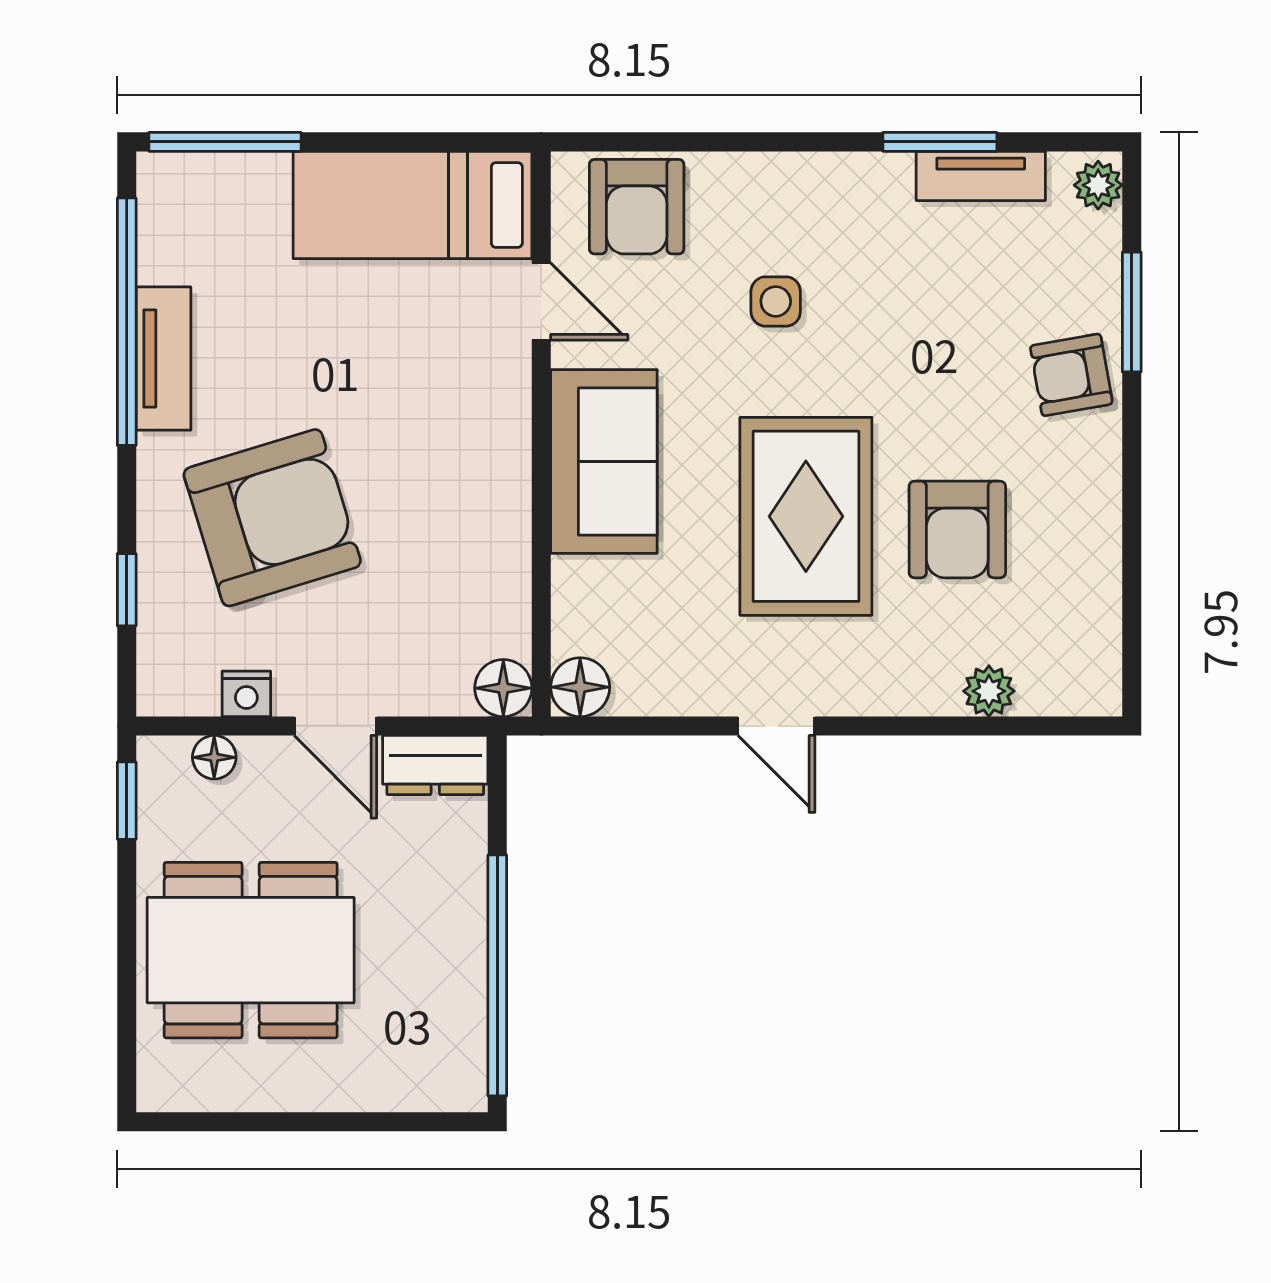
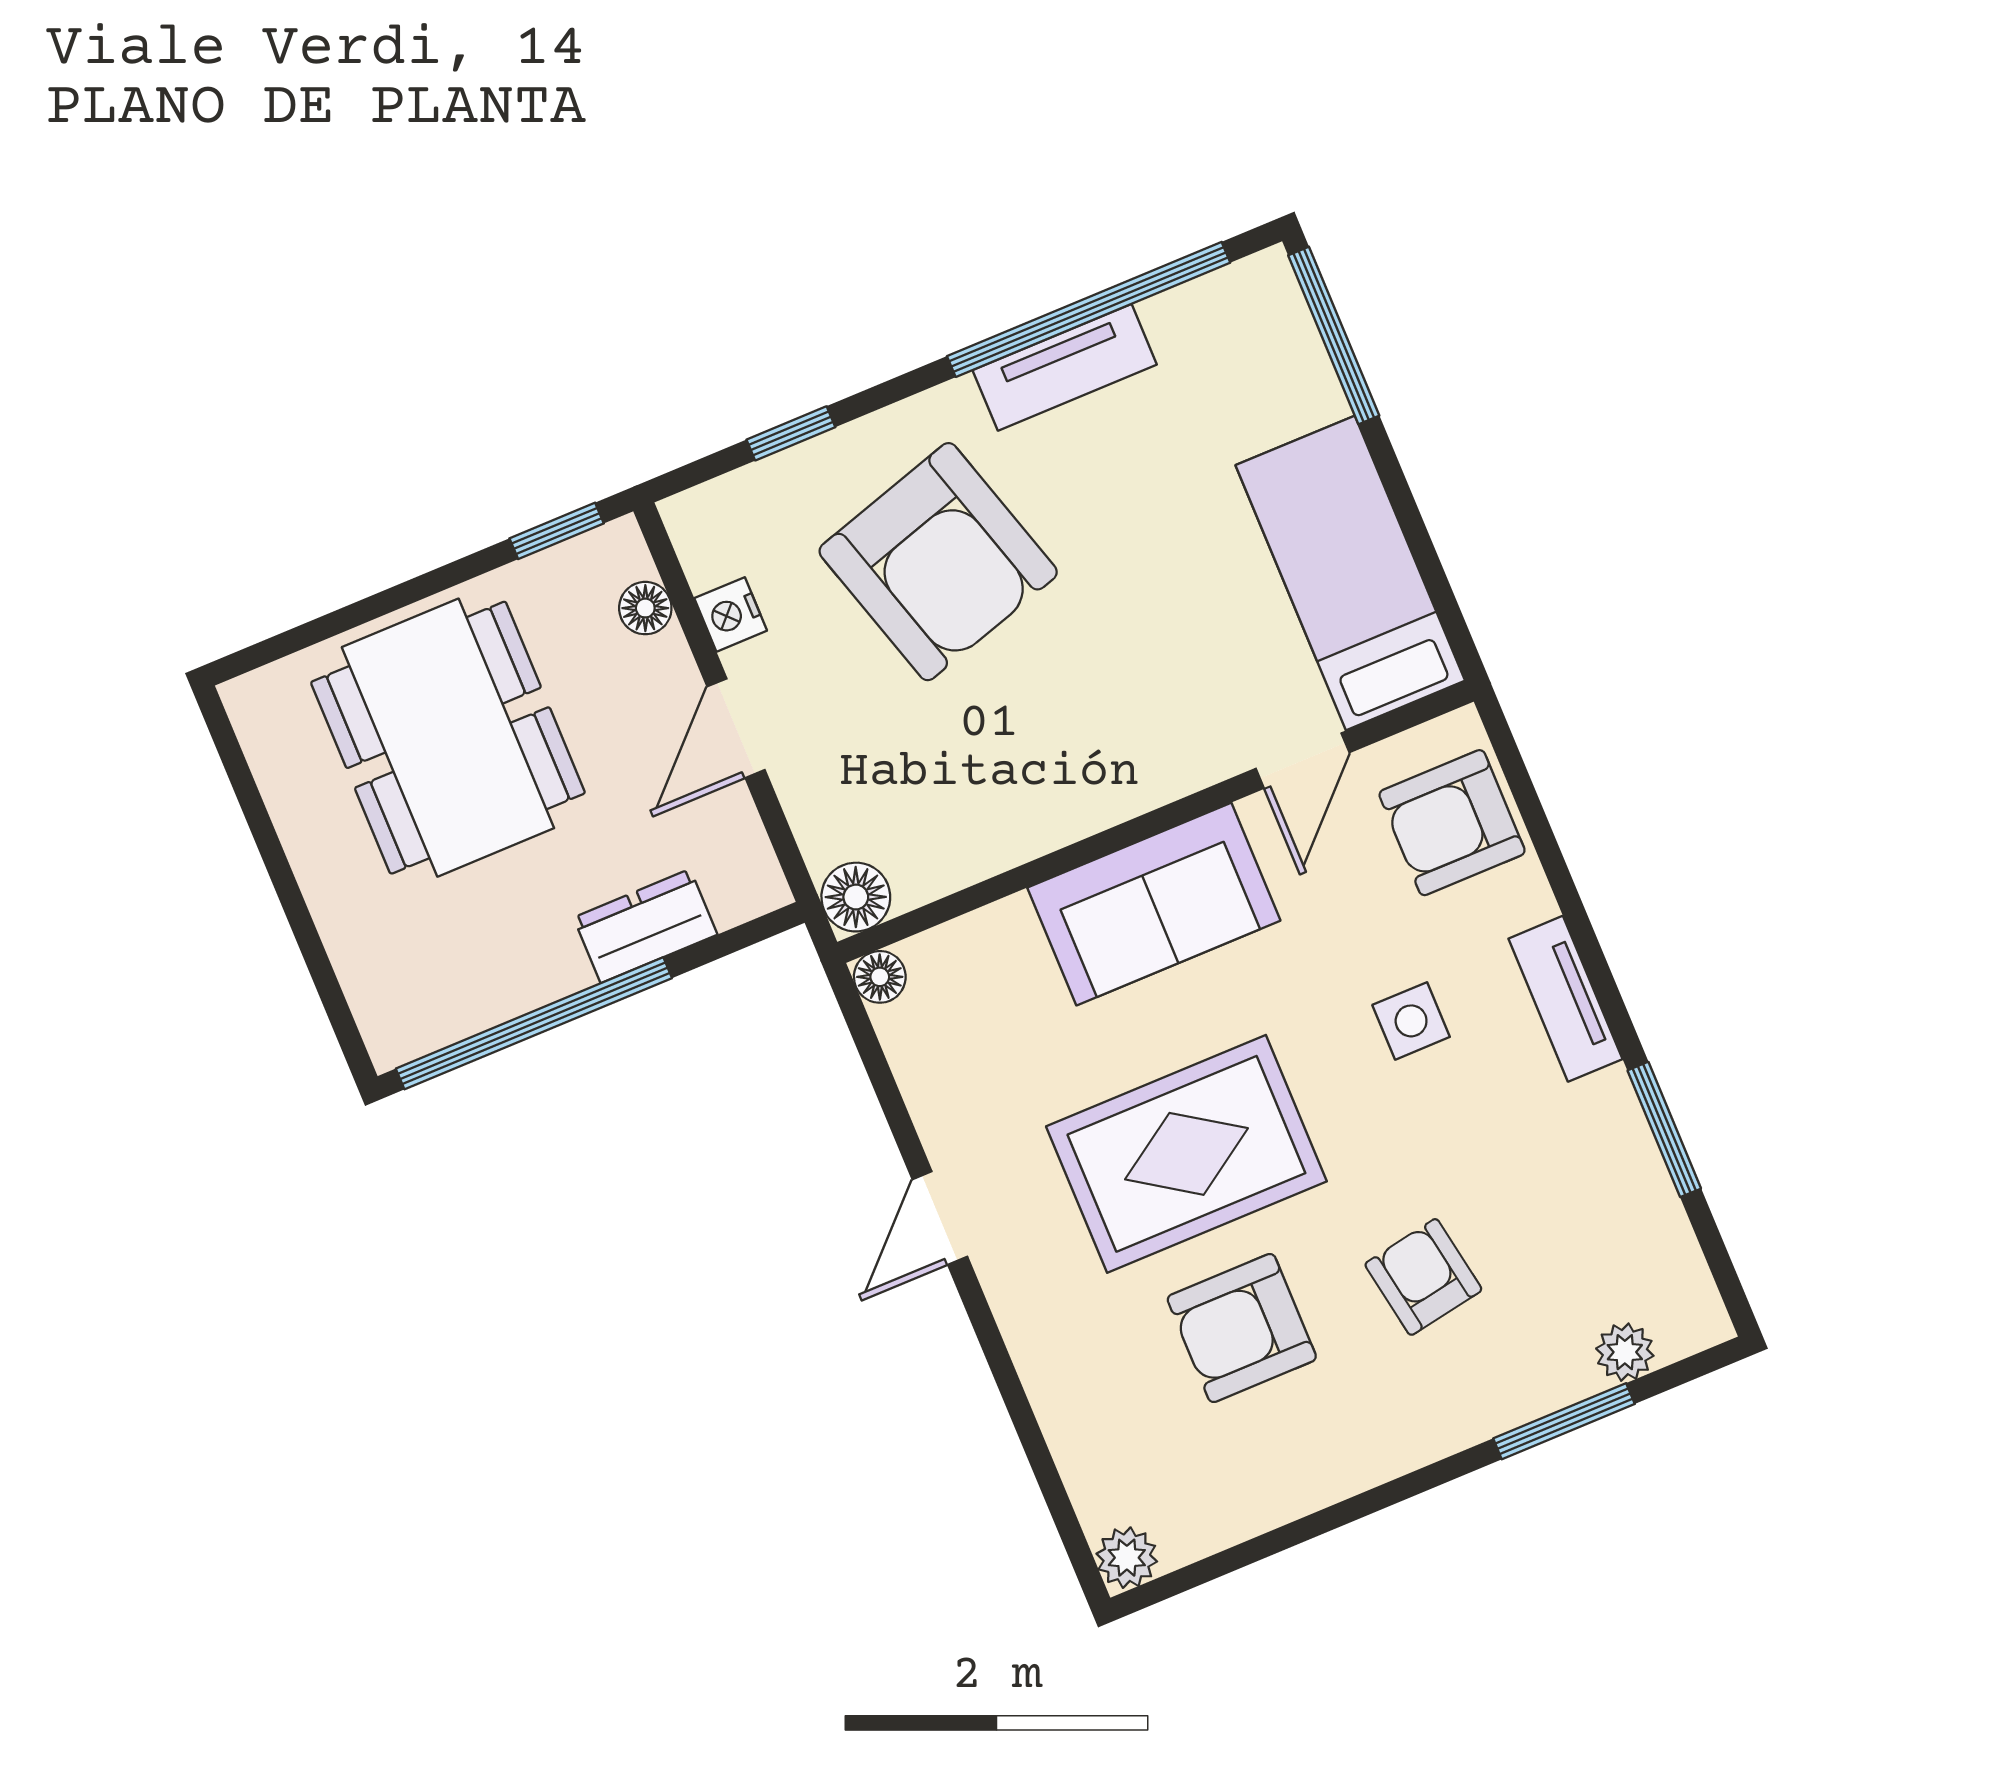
tv unit: (981, 176) -> (1565, 999), moved
plant: (1098, 185) -> (1625, 1352), moved
armchair: (1071, 375) -> (1423, 1277), moved
floor lamp: (580, 687) -> (880, 977), width x0.73, depth x0.73
plant: (989, 691) -> (1127, 1558), moved
dresser: (435, 765) -> (645, 926), moved, turned 90

